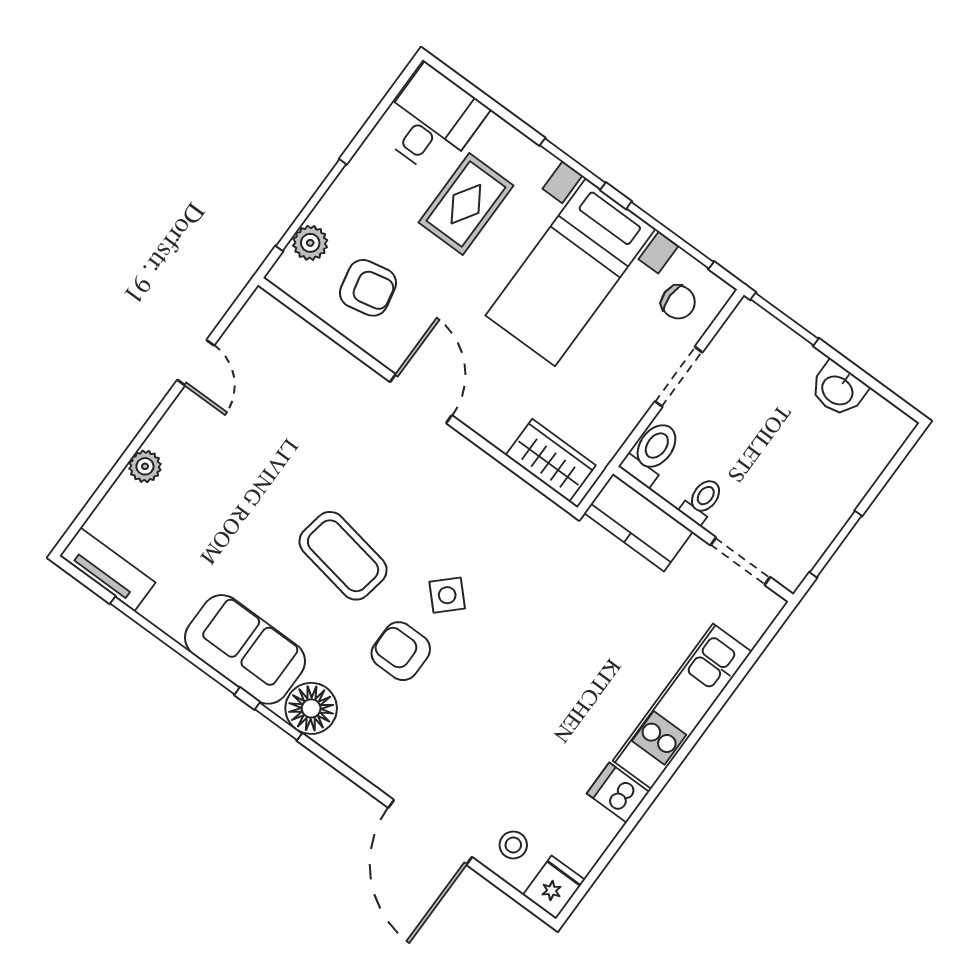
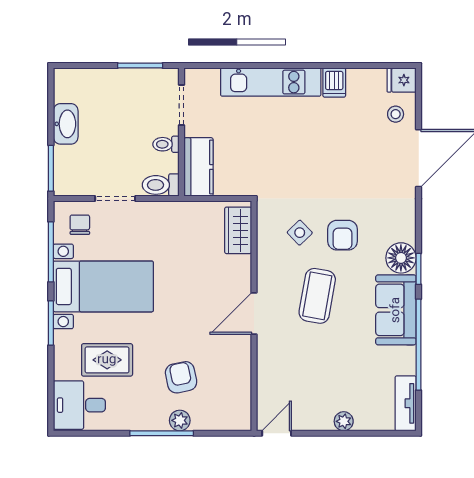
washbasin: (838, 389) -> (66, 124), width x1.38
wall: (418, 396) -> (254, 316), moved
door: (421, 399) -> (254, 313), moved
wardrobe: (551, 460) -> (238, 230), moved

